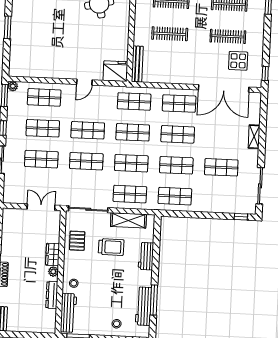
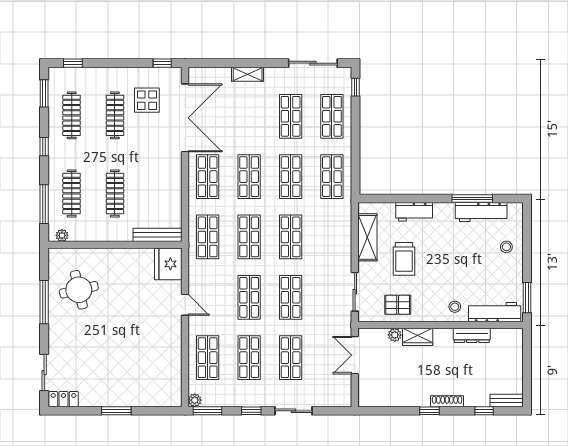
shop shelf: (130, 194) -> (332, 116), moved
sliding door: (88, 209) -> (355, 292), width x0.73
trolley: (111, 247) -> (404, 259), turned 180
plant: (53, 272) -> (395, 335), moved

